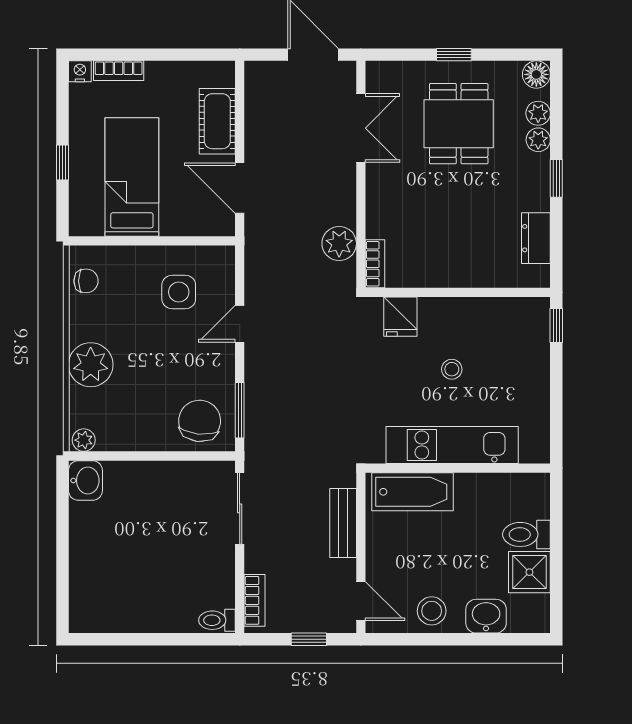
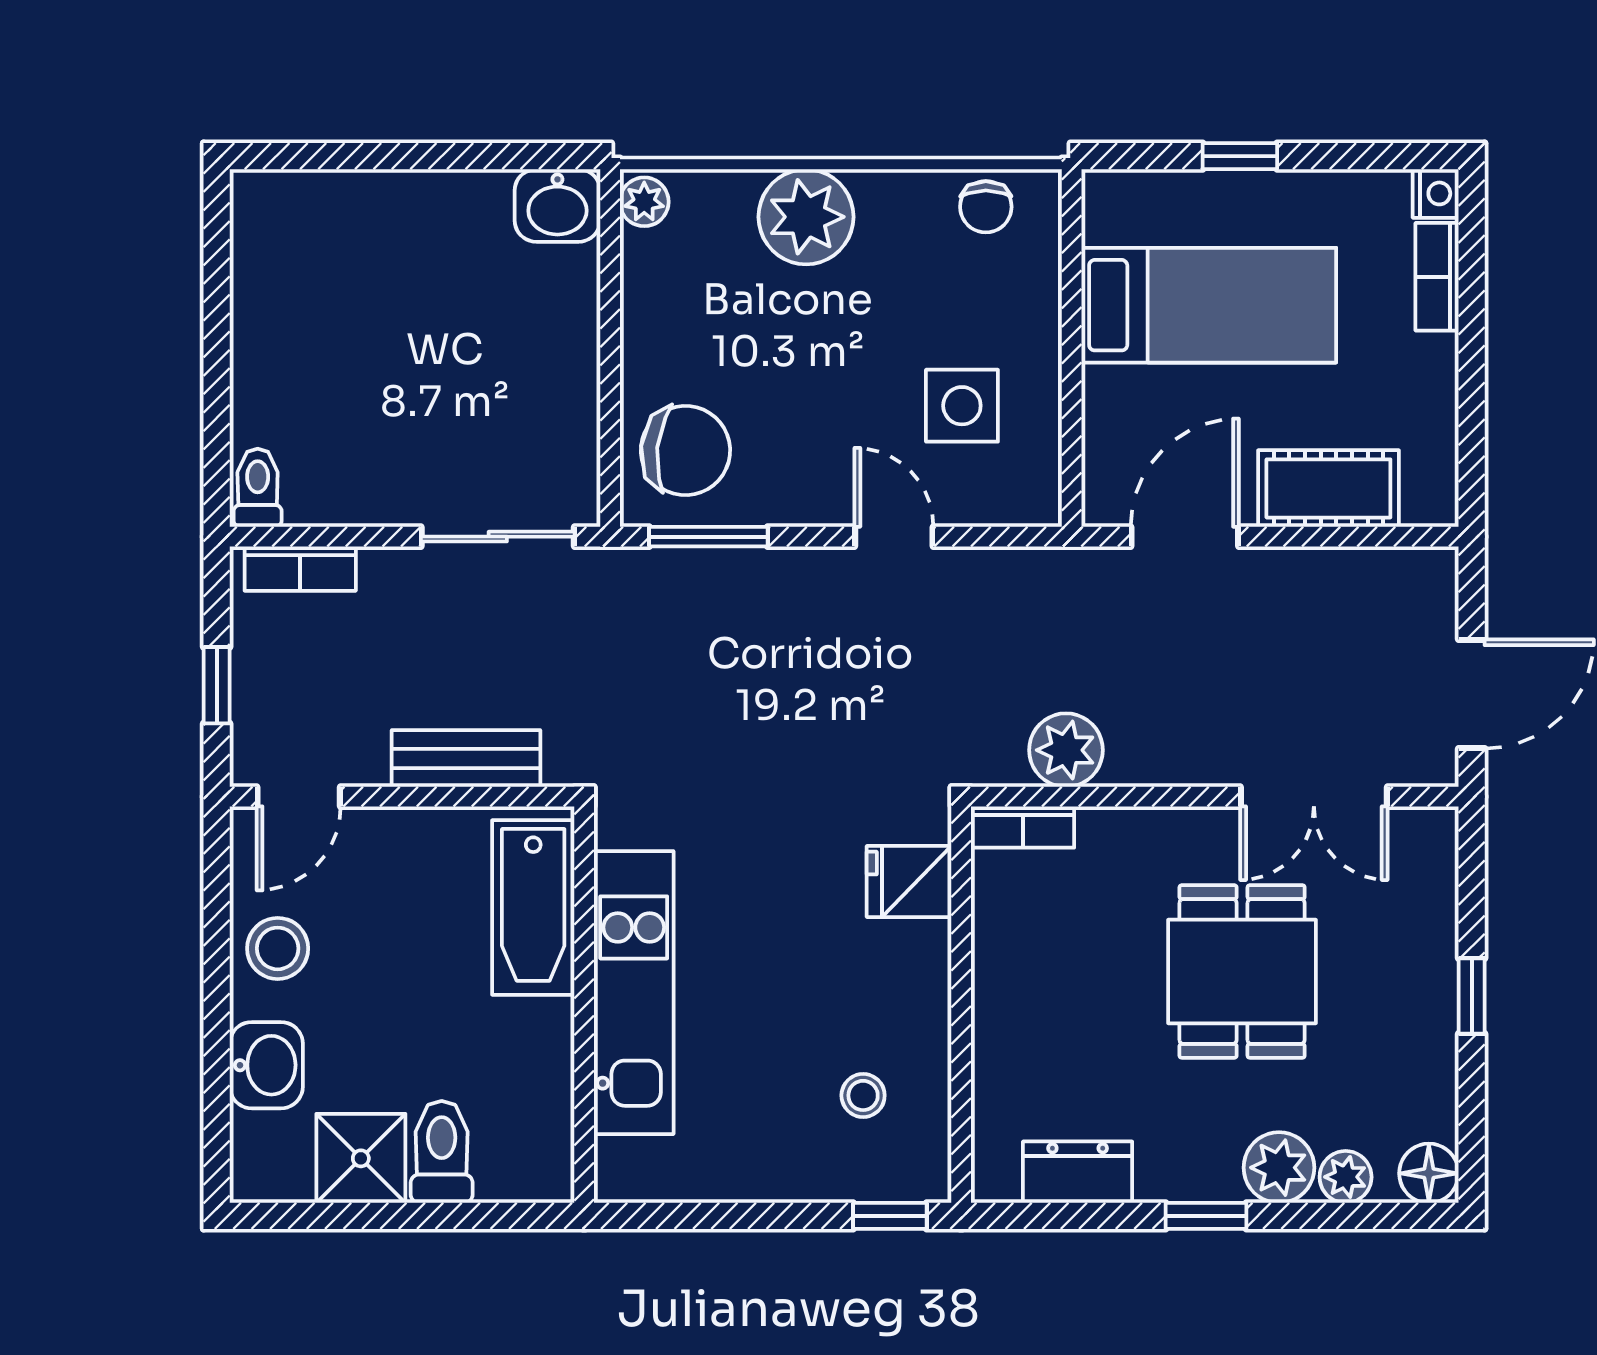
dining table: (459, 124) -> (1242, 971), moved, turned 90
plant: (538, 140) -> (1279, 1168), width x1.38, depth x1.38
stool: (452, 369) -> (863, 1095), moved

